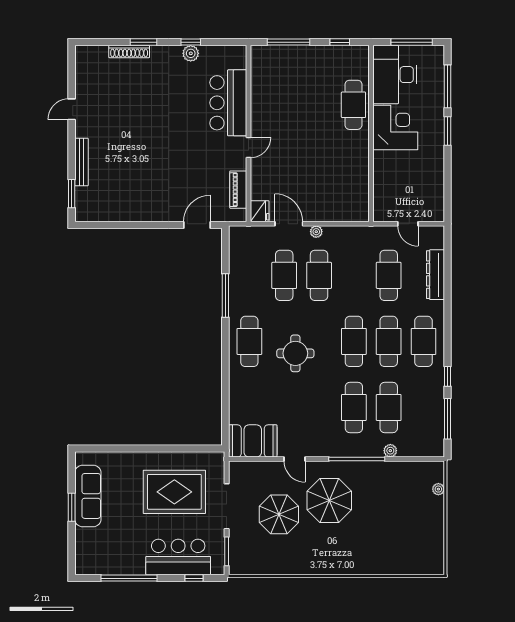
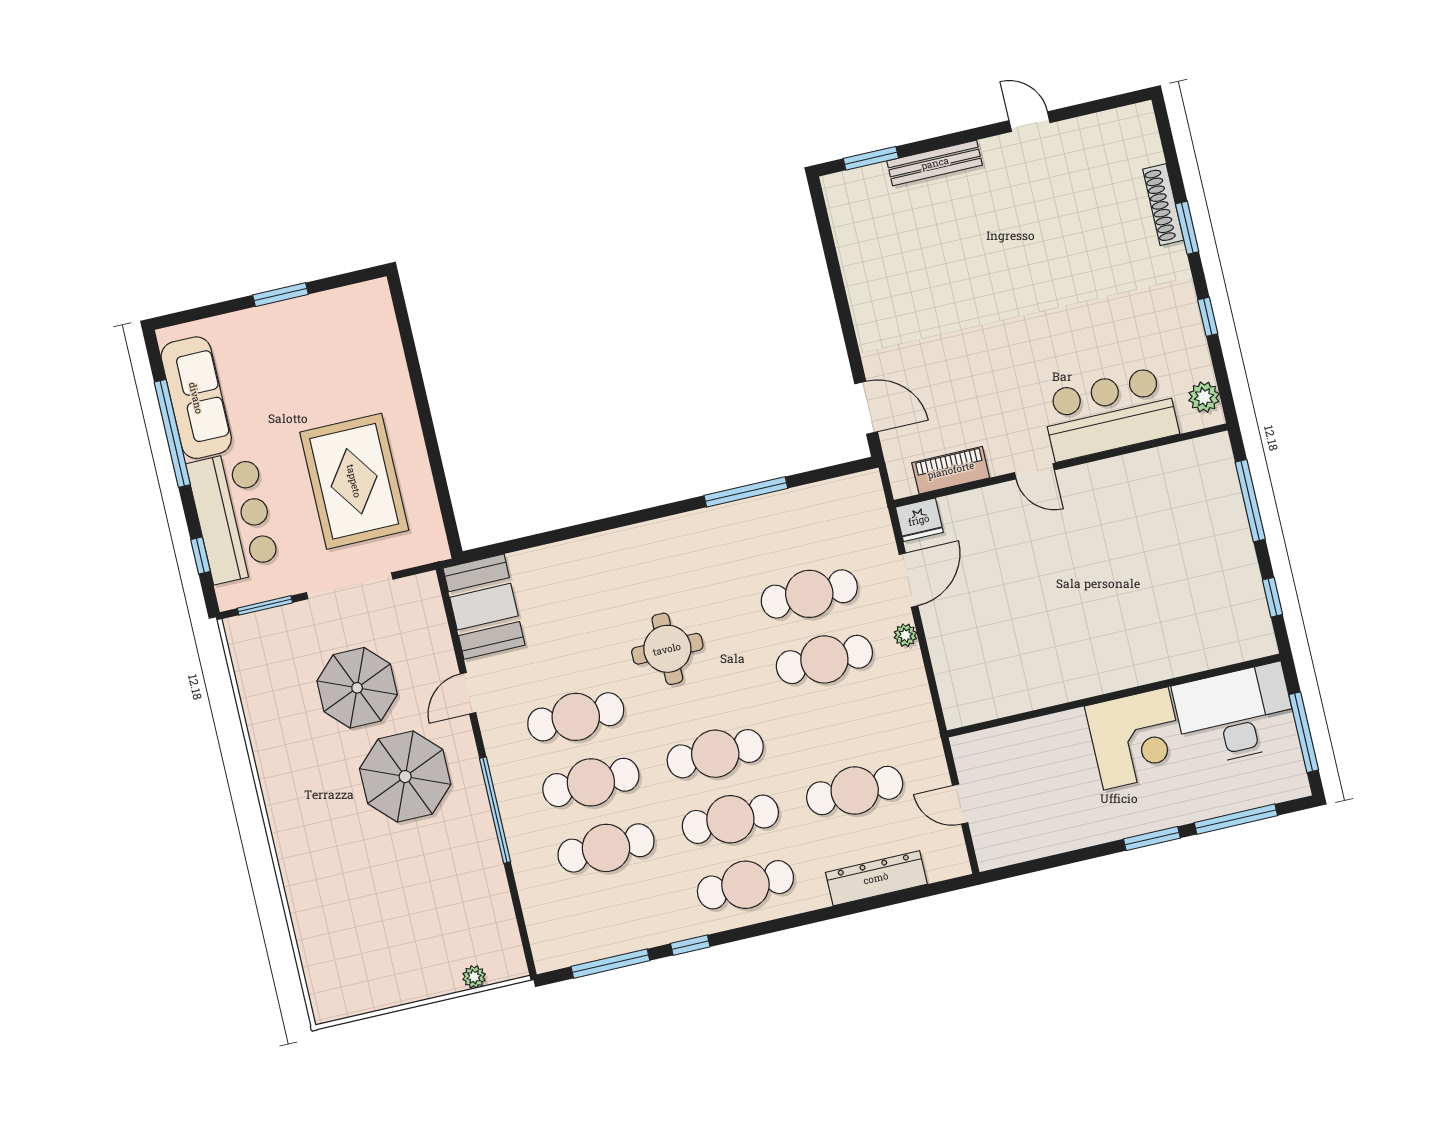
plant: (191, 53) -> (1204, 397), moved
cafe table: (353, 105) -> (1160, 650), removed
door: (408, 224) -> (960, 804), hinge flipped
cafe table: (249, 341) -> (576, 717), moved
plant: (390, 451) -> (525, 870), removed
sofa: (88, 496) -> (196, 398), moved, turned -90

